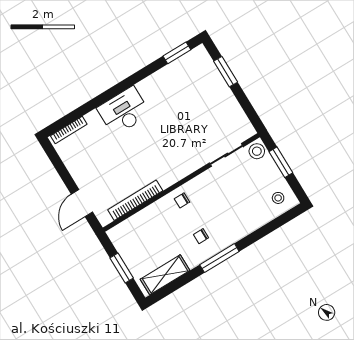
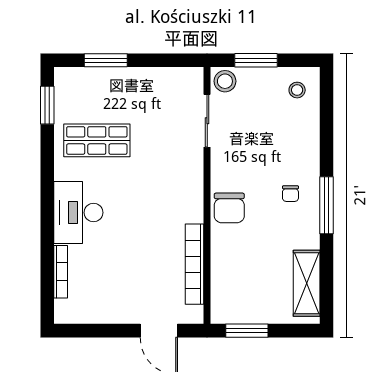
shop shelf: (174, 96) -> (97, 140), added
bookcase: (69, 130) -> (61, 272), moved
chair: (182, 200) -> (229, 208), width x1.87, depth x1.87
chair: (201, 236) -> (290, 194), moved
window: (122, 268) -> (247, 331), moved

